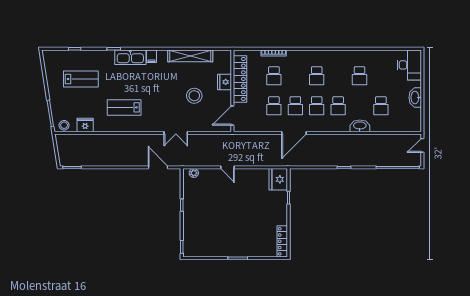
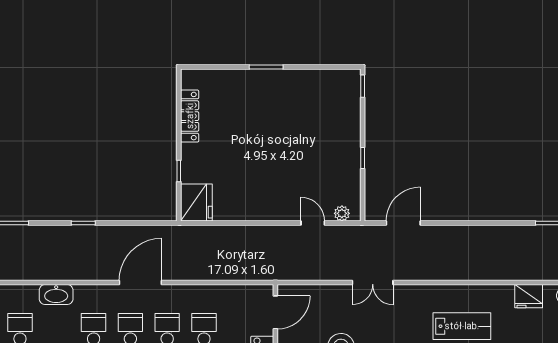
double door: (176, 133) -> (373, 282), swing flipped
door: (294, 133) -> (140, 282), moved
door: (158, 167) -> (403, 223), swing flipped
door: (228, 167) -> (313, 223), moved
locker: (282, 241) -> (190, 116), moved

